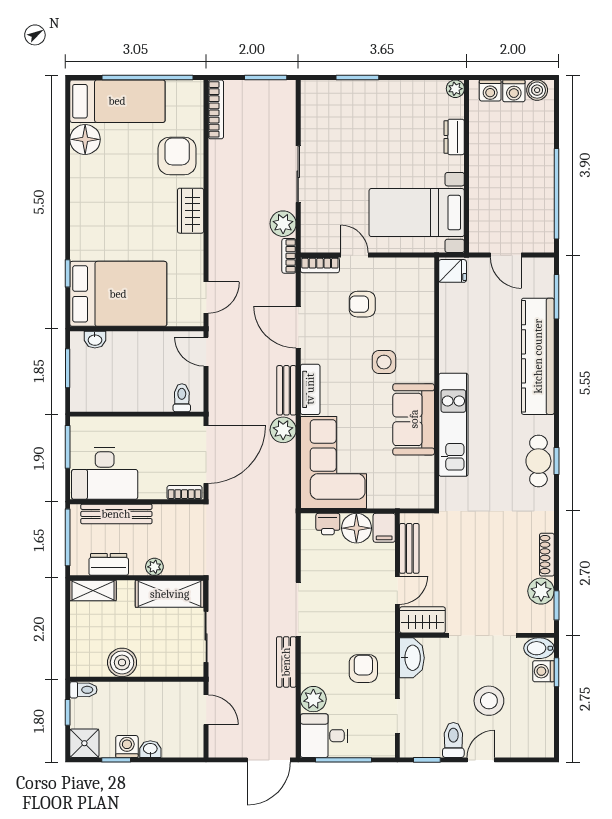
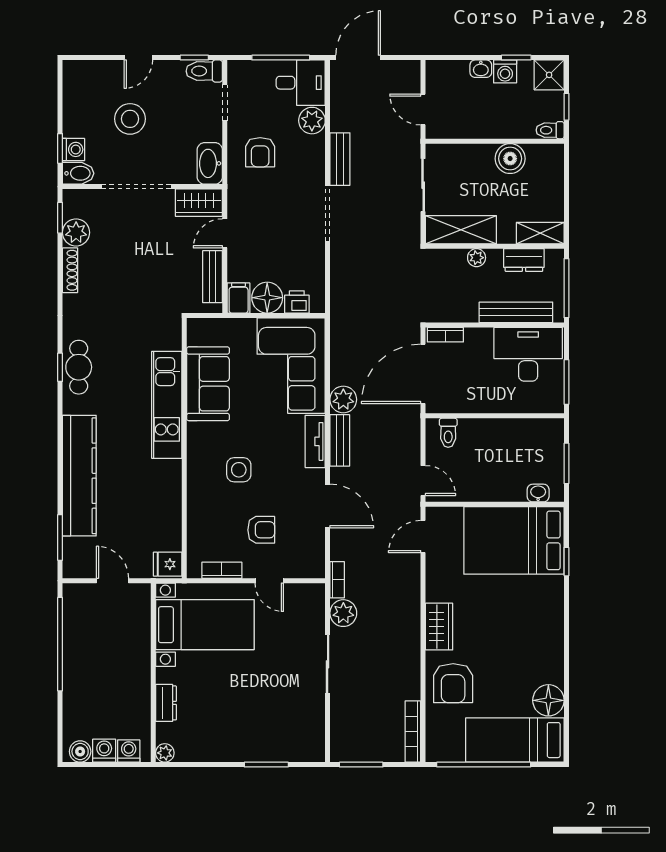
bookcase: (320, 265) -> (222, 570), moved
sofa: (414, 419) -> (208, 384), moved
toilet: (453, 740) -> (204, 71), moved, turned 90

